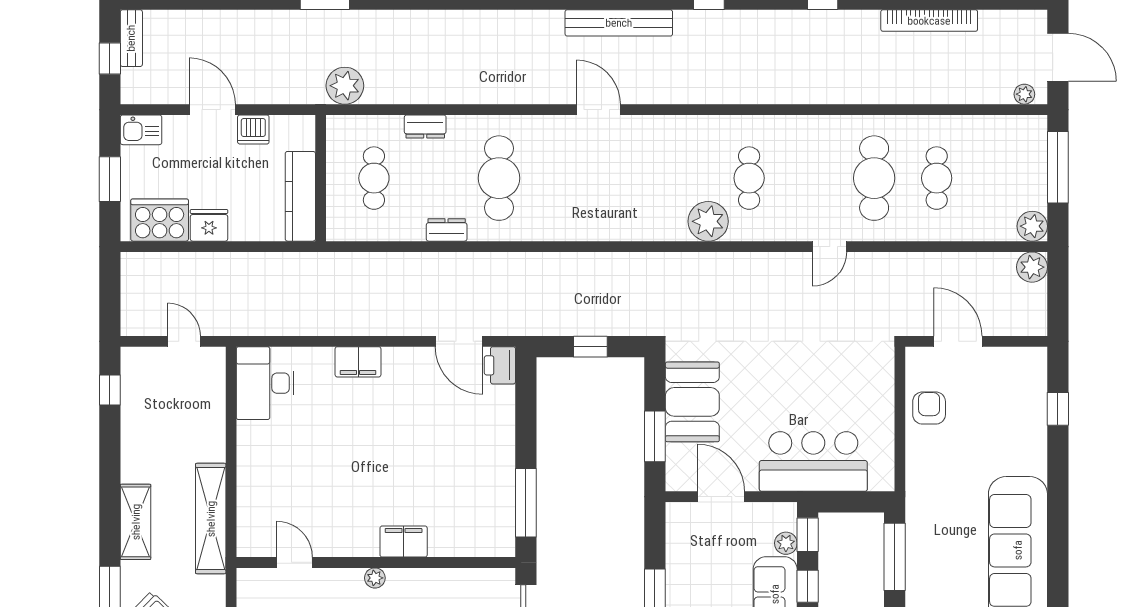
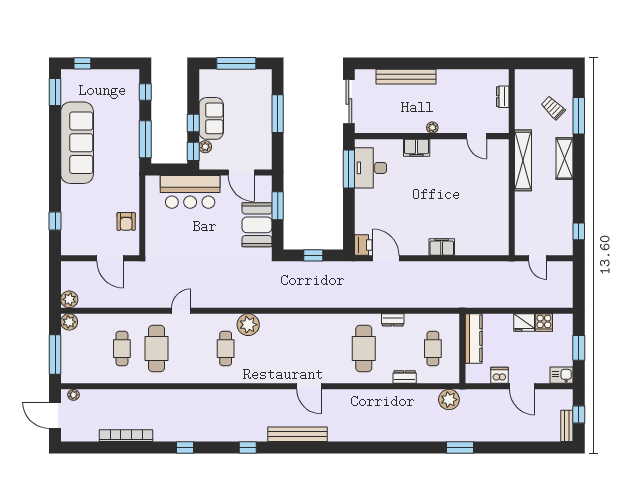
cooker: (160, 220) -> (544, 323), width x0.53, depth x0.76
desk: (265, 383) -> (371, 168), moved, turned 180

